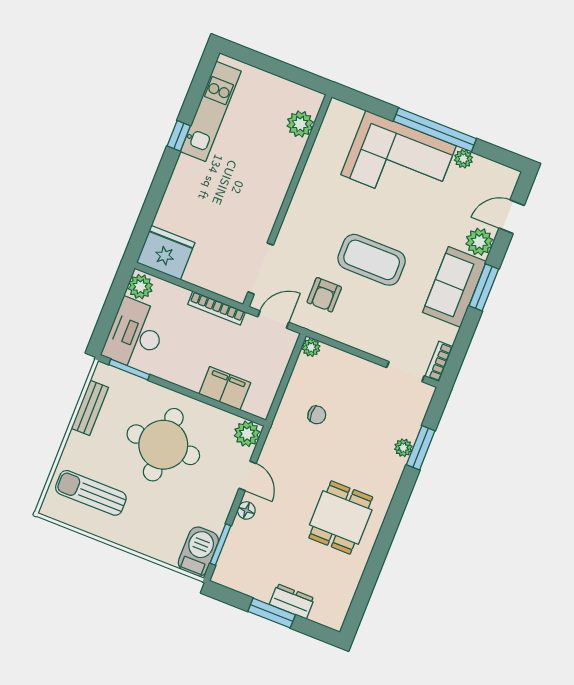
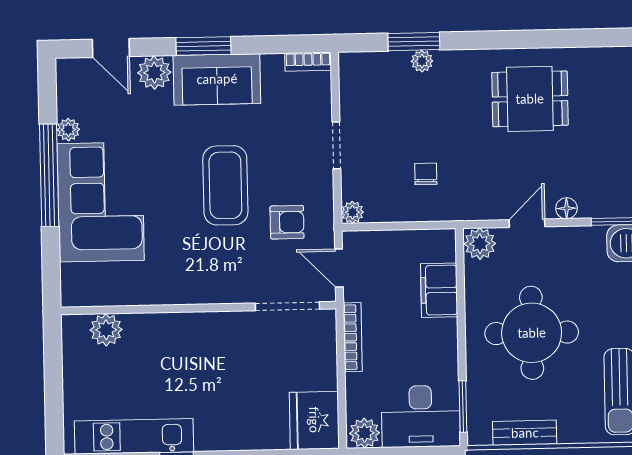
doorway: (405, 372) -> (336, 145), moved

